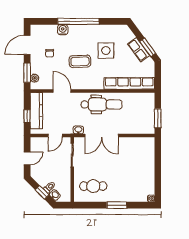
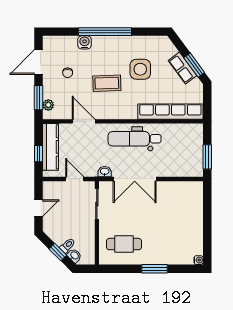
dental chair: (101, 104) -> (135, 139), turned 180
door: (55, 136) -> (75, 179), swing flipped

